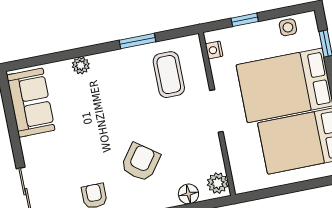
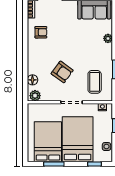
coffee table: (169, 75) -> (95, 82), turned 90
armchair: (140, 162) -> (62, 72), moved

